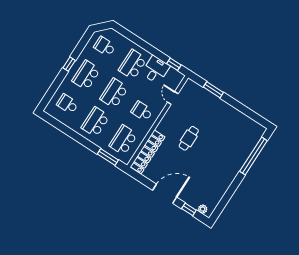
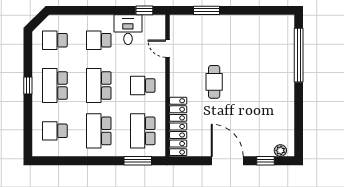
school desk: (133, 64) -> (99, 40), width x0.54
door: (165, 194) -> (227, 161), hinge flipped

